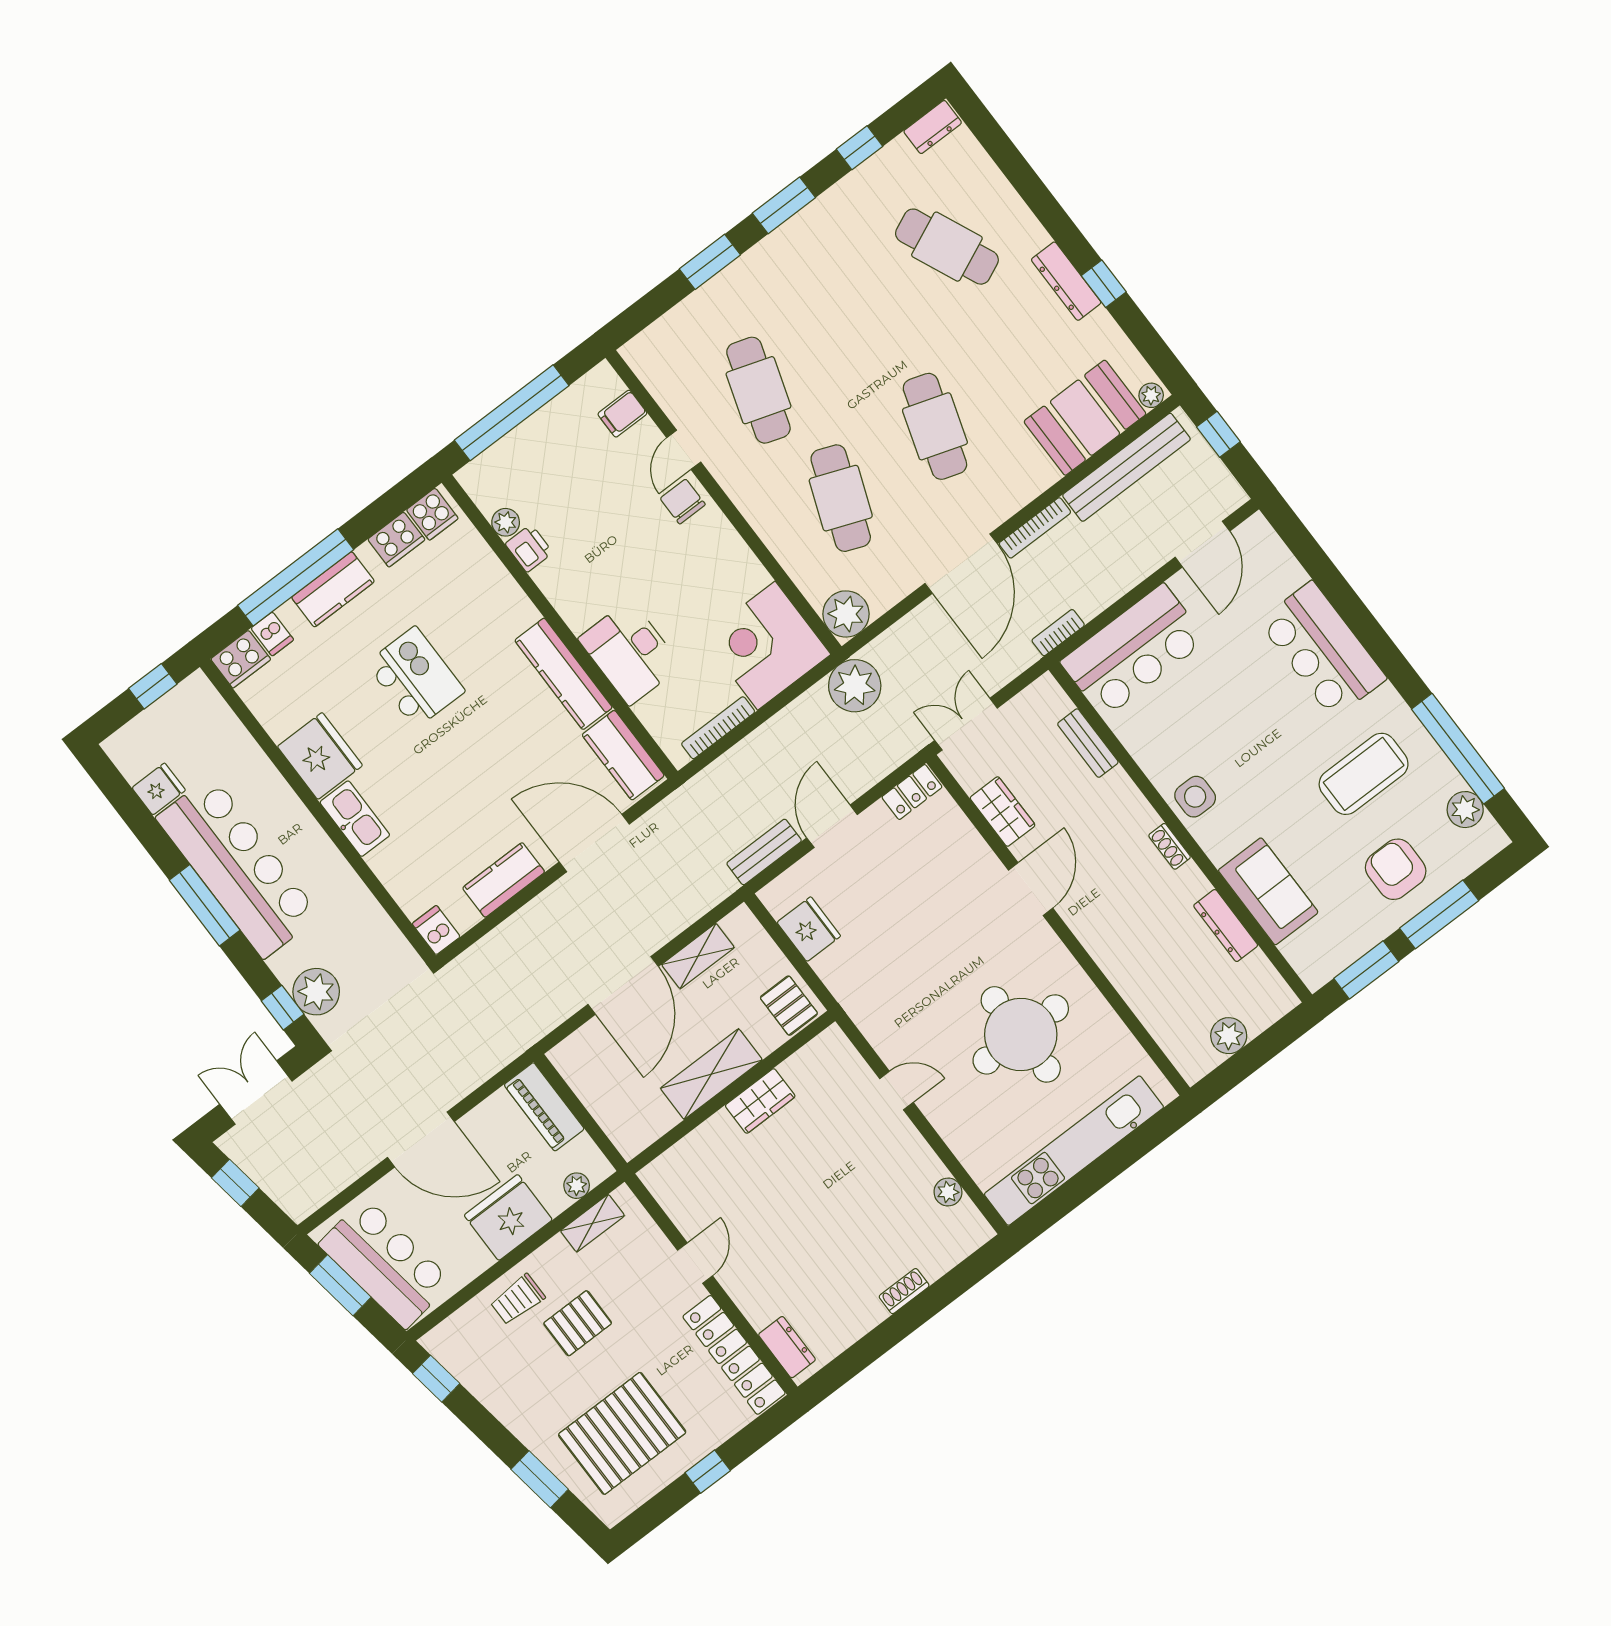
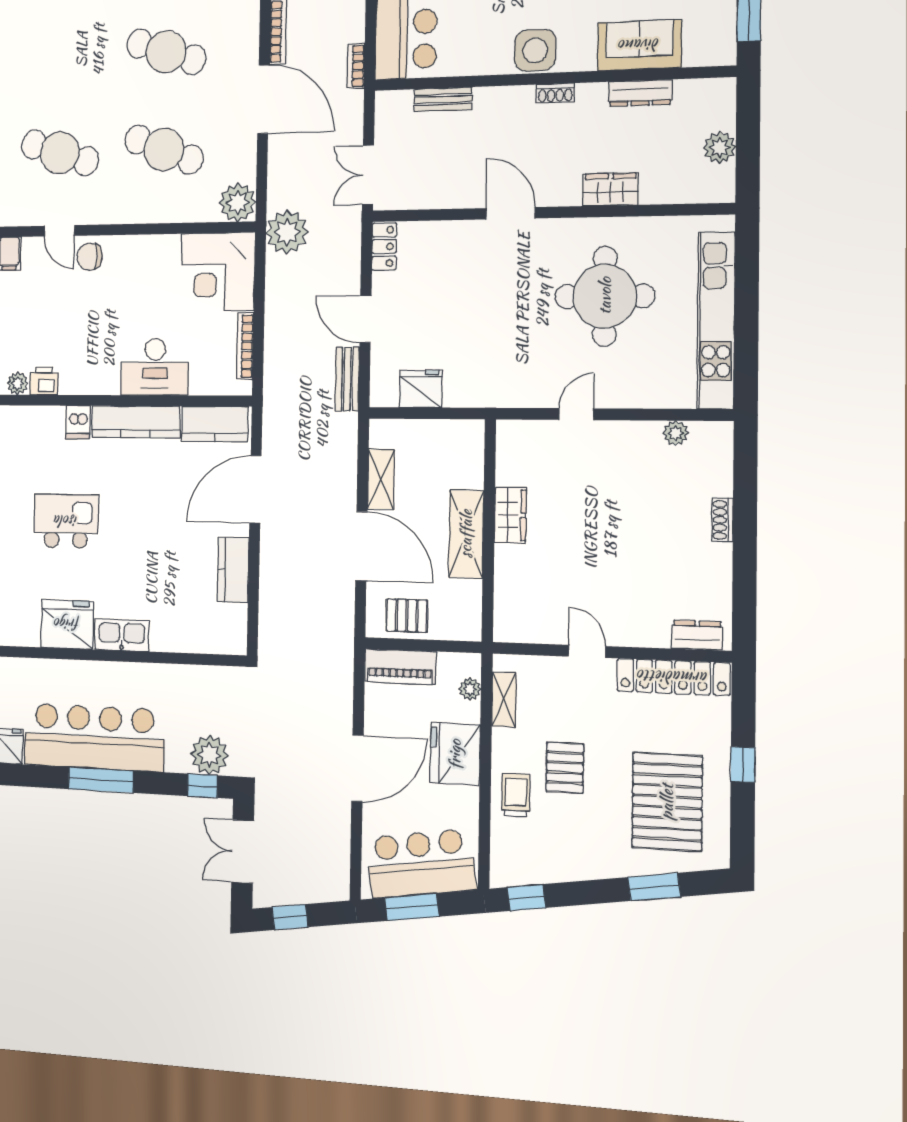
side table: (1195, 797) -> (535, 50), width x1.37, depth x1.37
wardrobe: (1003, 812) -> (610, 189), moved
dishwasher: (436, 930) -> (78, 422), moved, turned -90
pallet: (789, 1006) -> (407, 615), moved
trolley: (518, 1299) -> (516, 795), turned 180

